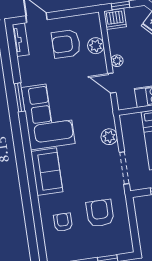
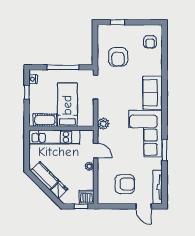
tv unit: (21, 40) -> (158, 187), width x1.41
plant: (96, 46) -> (103, 180), removed
plant: (109, 137) -> (103, 124), moved
armchair: (63, 222) -> (150, 42), moved

